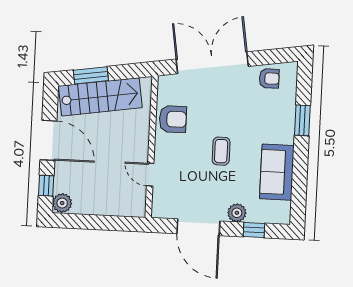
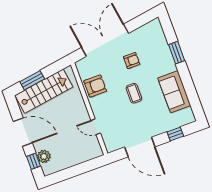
armchair: (269, 78) -> (132, 61), moved
plant: (62, 203) -> (44, 156), moved
plant: (237, 213) -> (160, 128), removed

